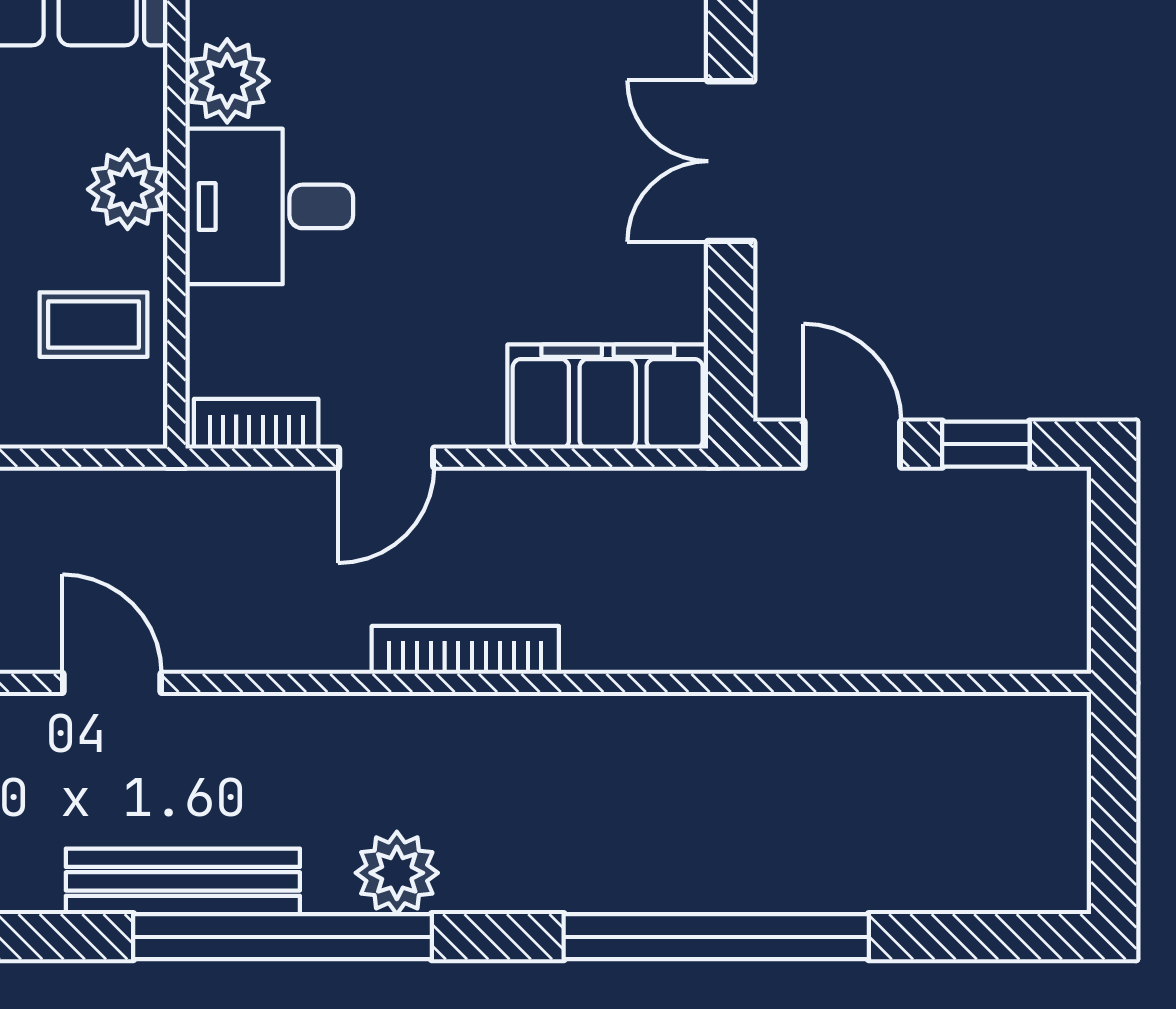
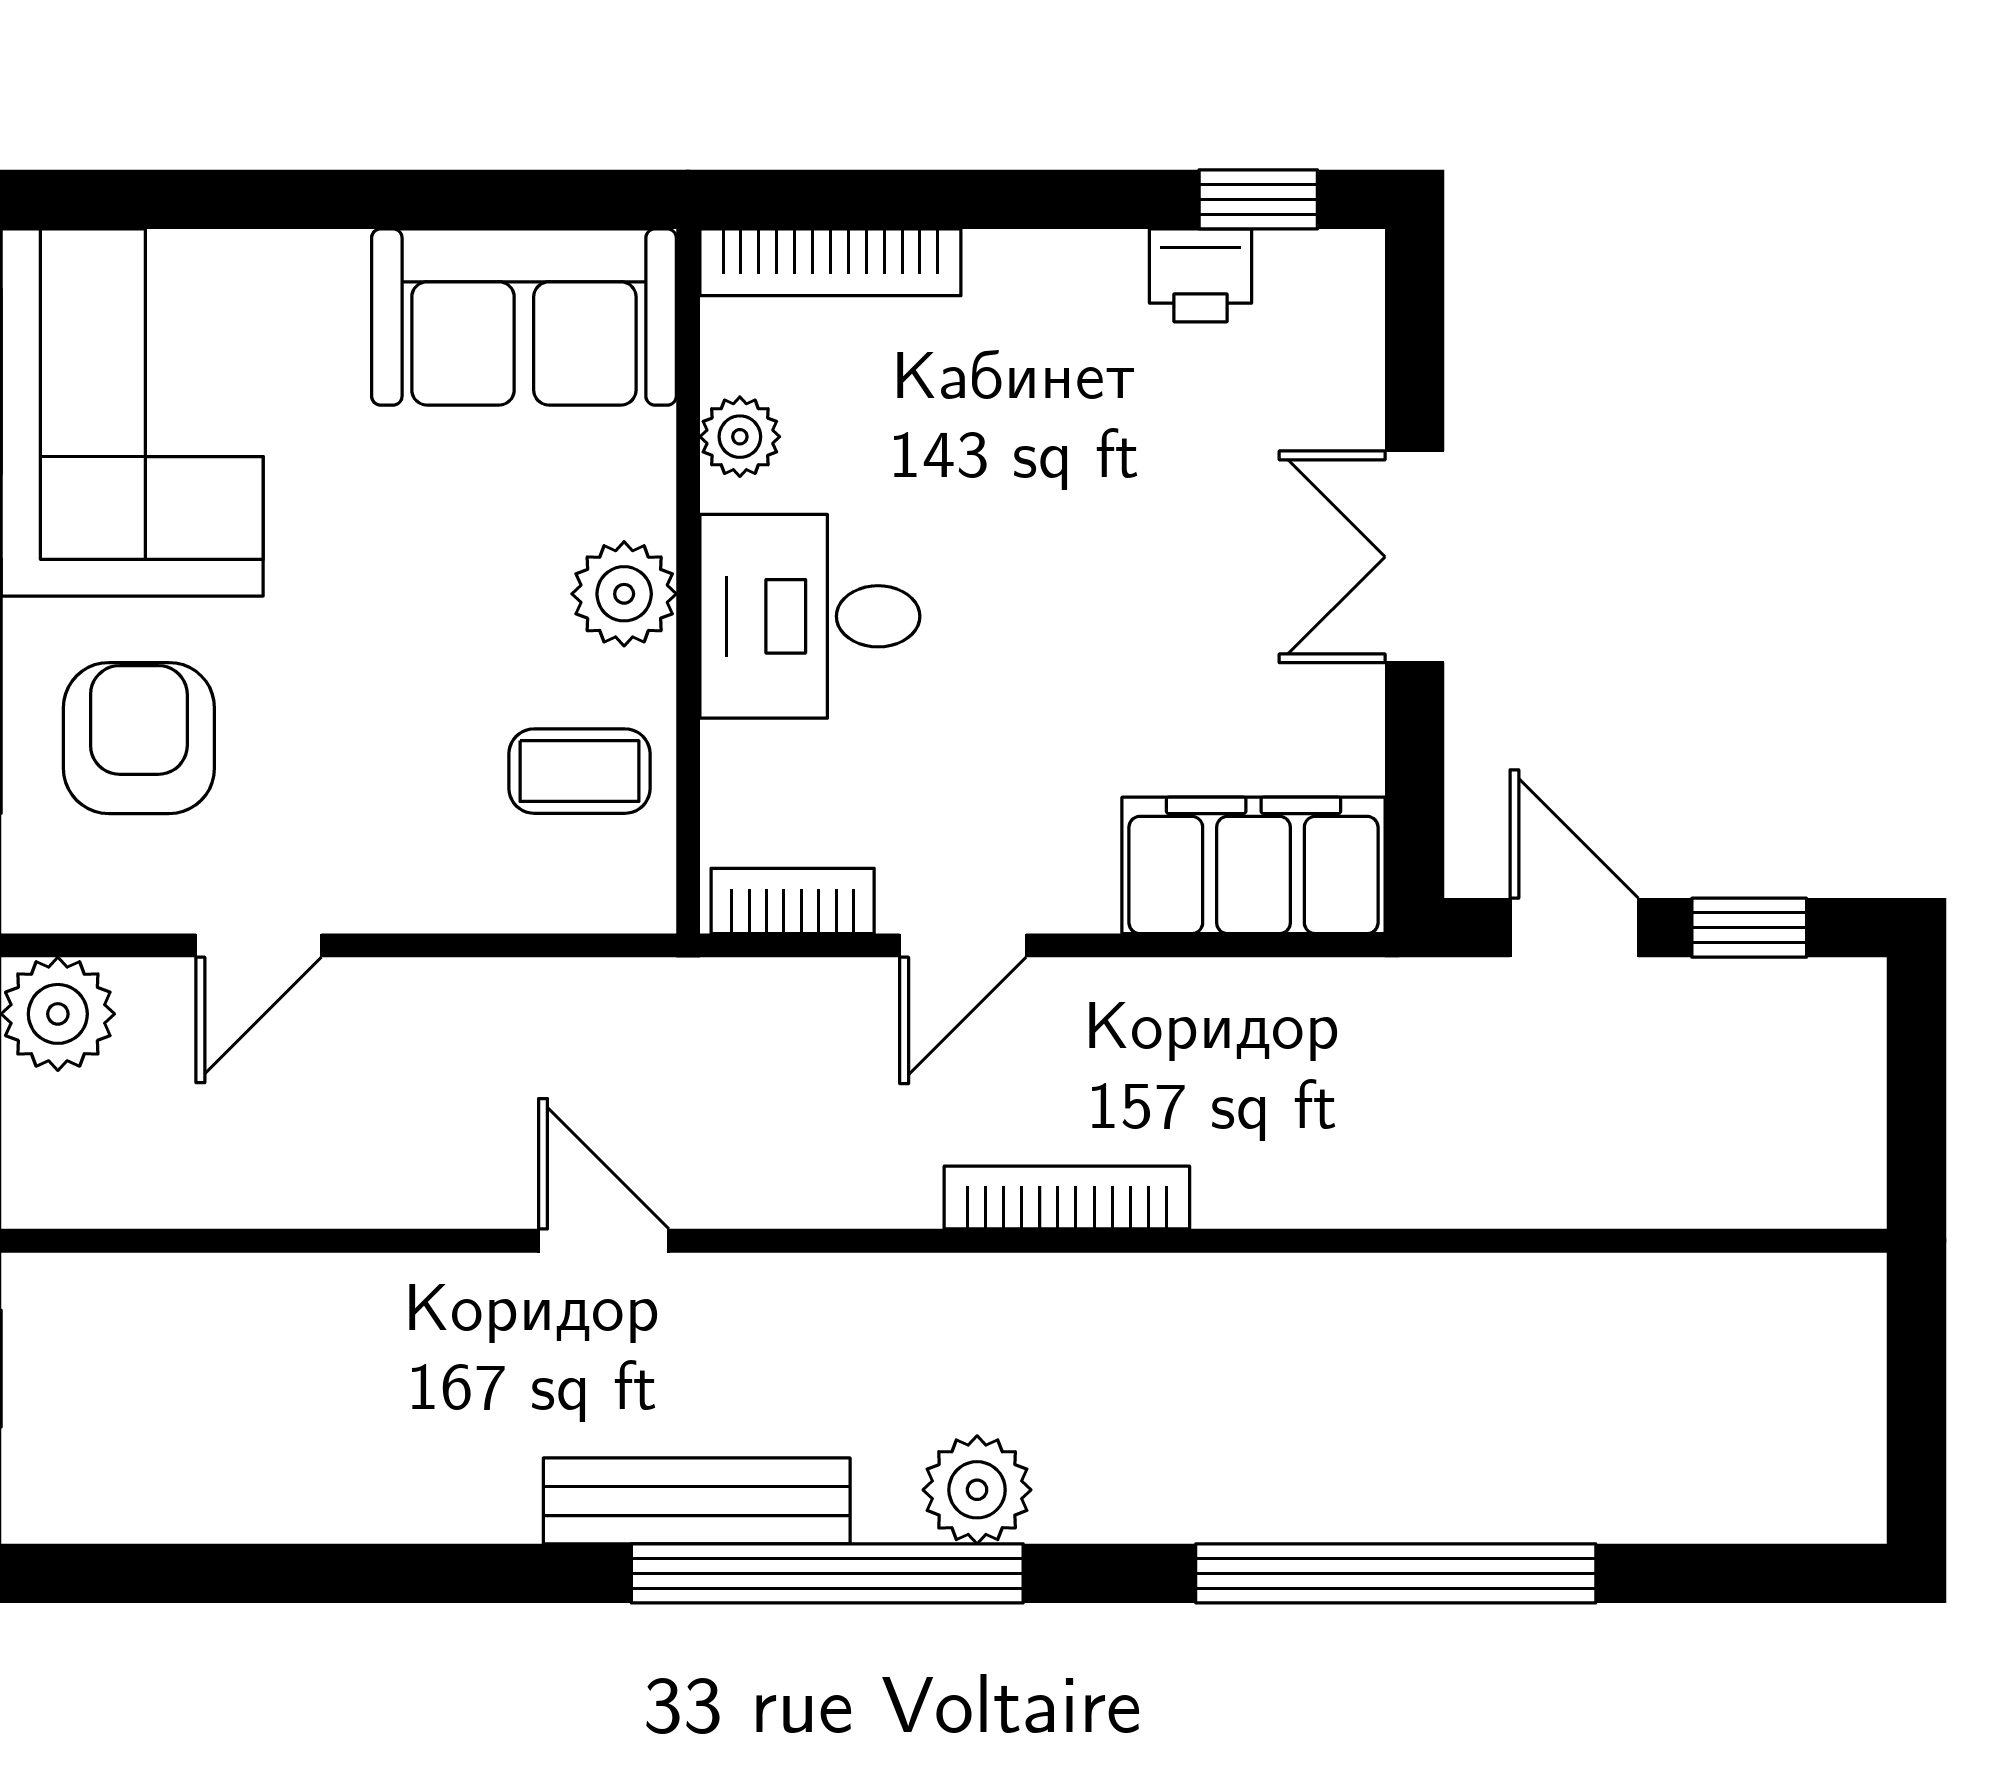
plant: (227, 81) -> (740, 437), width x0.73, depth x0.73

